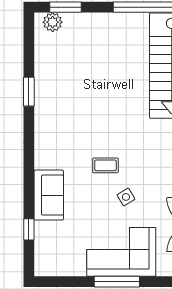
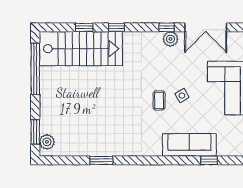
sofa: (49, 195) -> (189, 145), width x1.36
side table: (126, 197) -> (182, 96), moved

